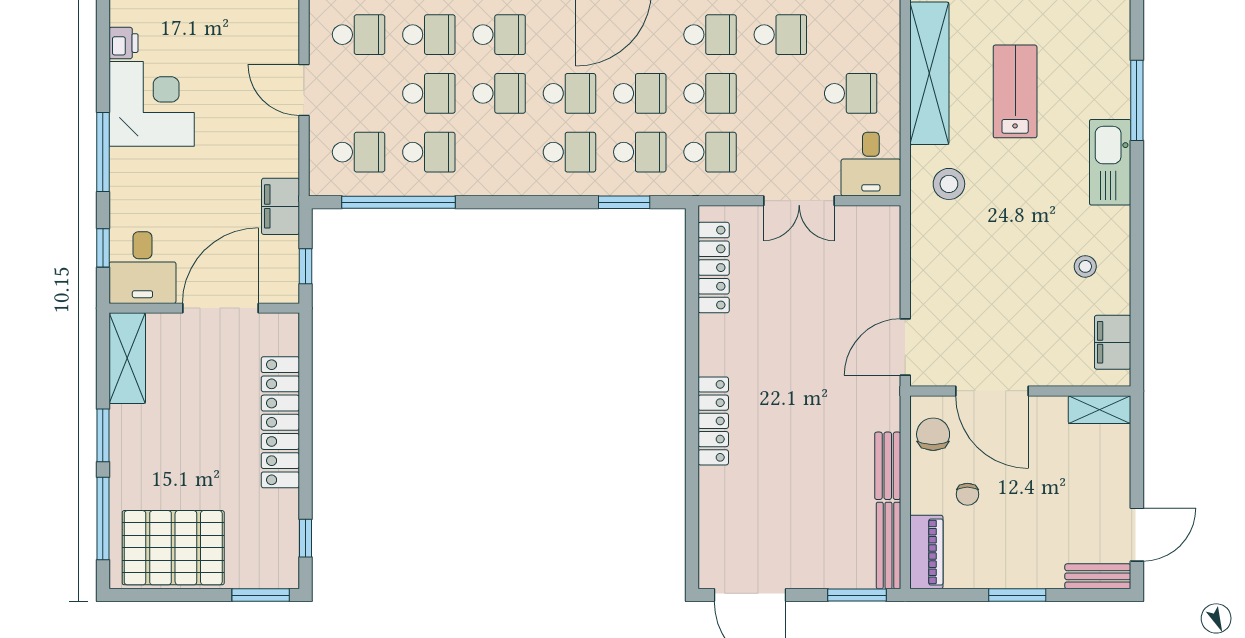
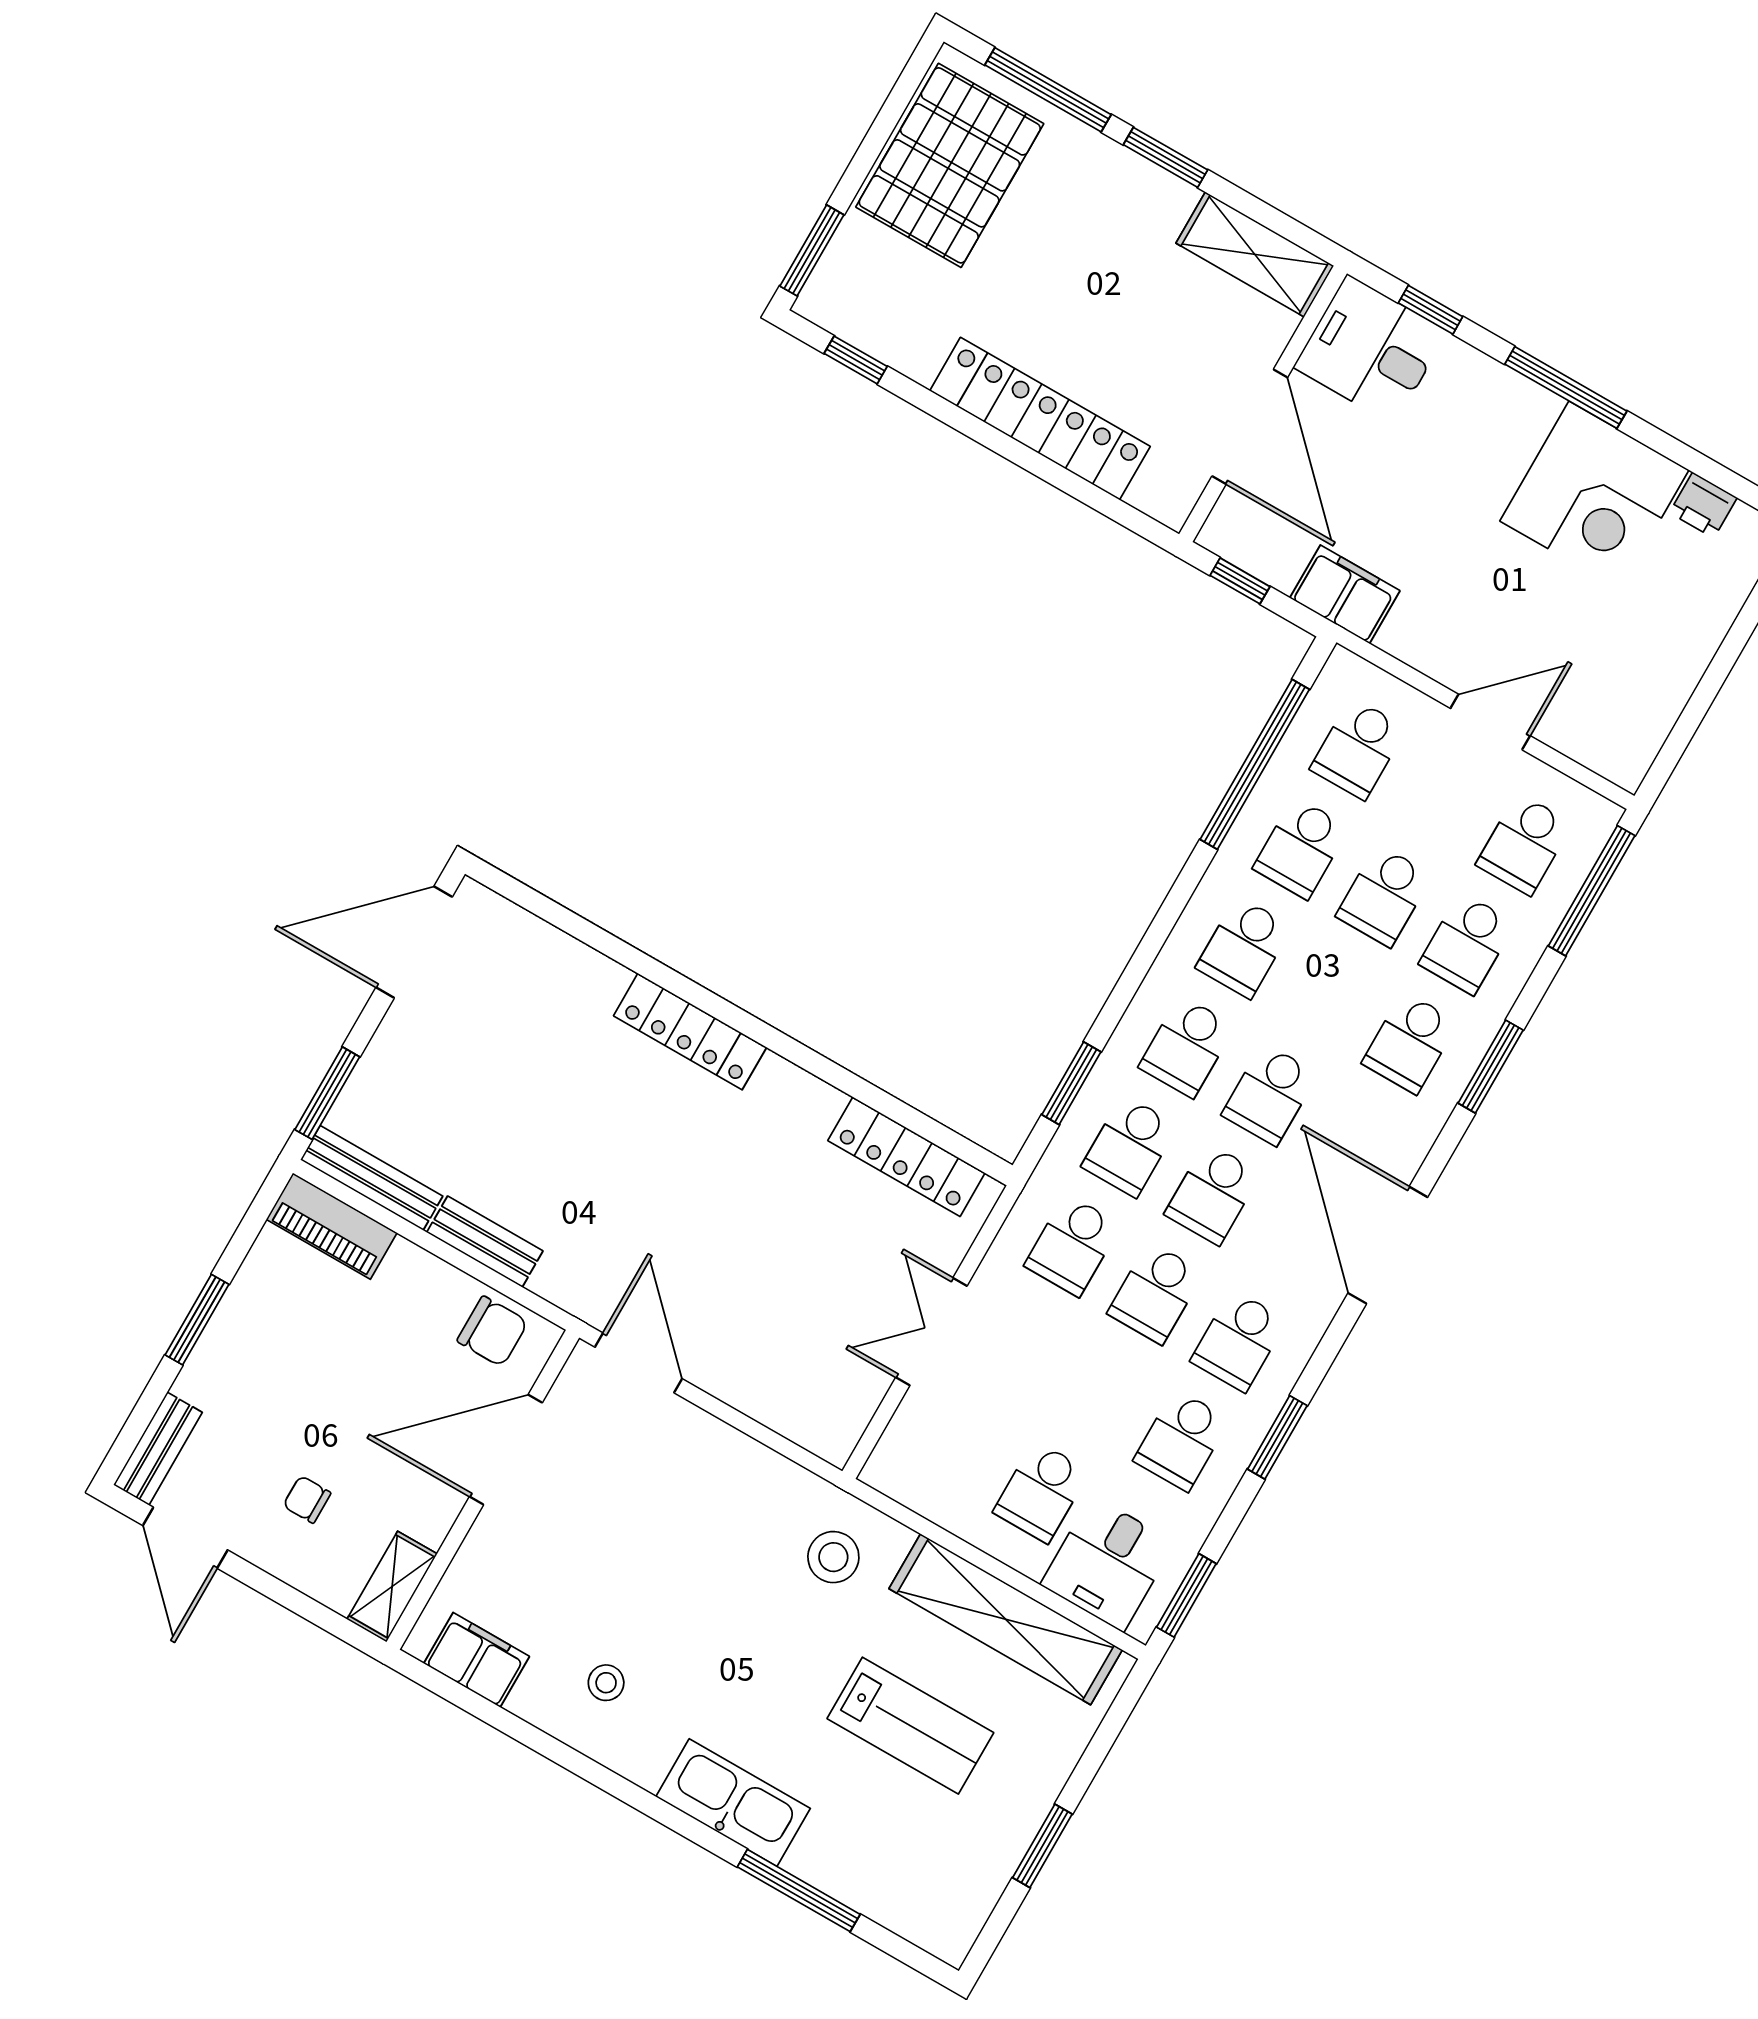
school desk: (499, 93) -> (1244, 947), moved
desk: (871, 164) -> (1108, 1564), moved, turned -90
chair: (967, 494) -> (307, 1499), moved

